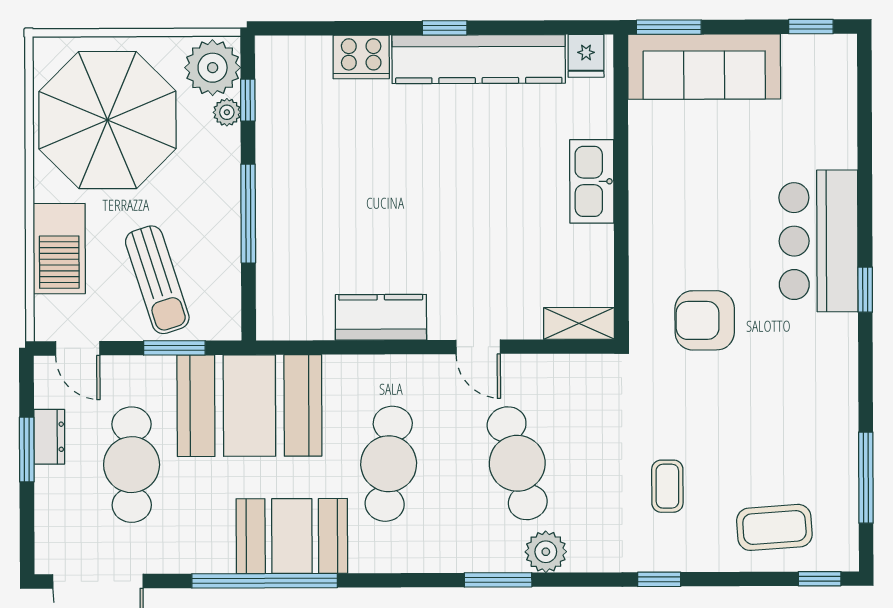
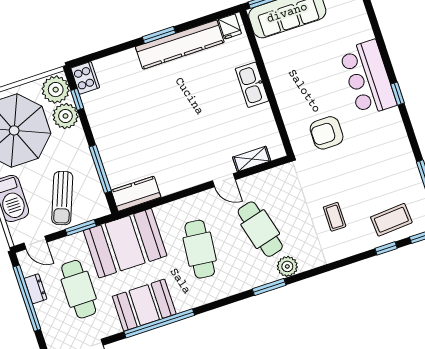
window: (445, 28) -> (159, 35), width x1.50
cooker: (361, 57) -> (85, 78), moved, turned -90
plant: (227, 112) -> (65, 116), width x1.87, depth x1.87
window: (248, 214) -> (100, 169), moved
sun lounger: (157, 280) -> (62, 198), turned 39
kitchen counter: (381, 317) -> (136, 194), moved
shelving: (579, 323) -> (252, 159), moved
window: (27, 449) -> (27, 298), width x2.11
booth: (292, 536) -> (144, 305), moved
window: (659, 579) -> (386, 248), moved

